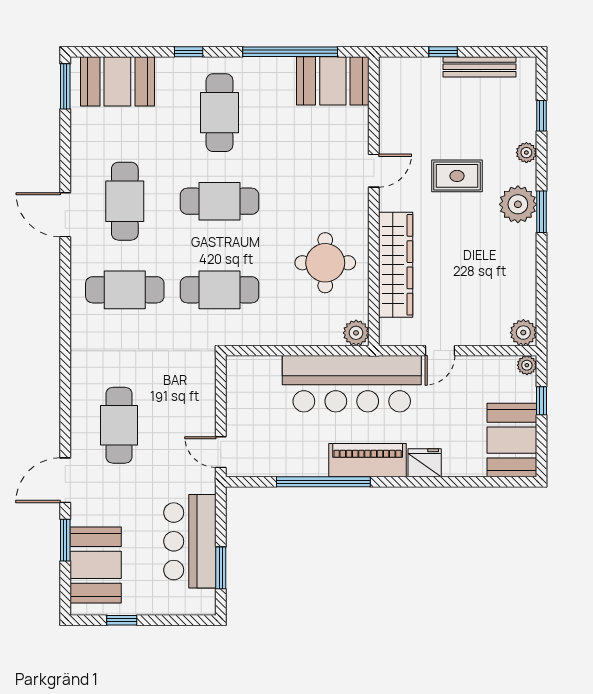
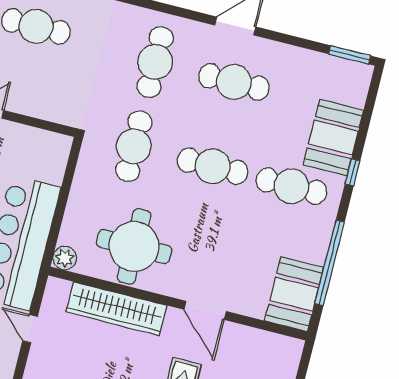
booth: (117, 81) -> (333, 138), moved
door: (374, 171) -> (205, 310), width x1.38
cafe table: (220, 201) -> (213, 166), turned 90
round table: (325, 263) -> (134, 246), width x1.36, depth x1.36

